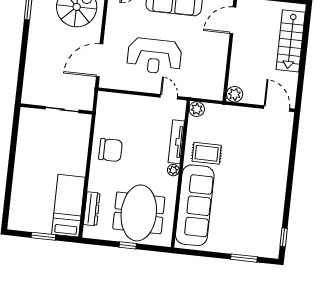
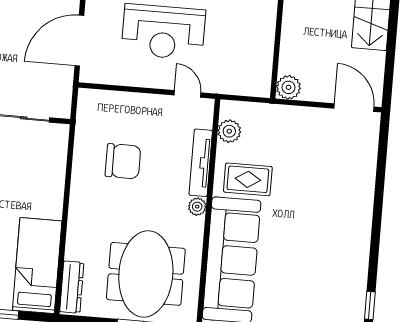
plant: (197, 109) -> (229, 131), moved
chair: (110, 150) -> (123, 161), moved
dresser: (92, 209) -> (72, 287), moved

